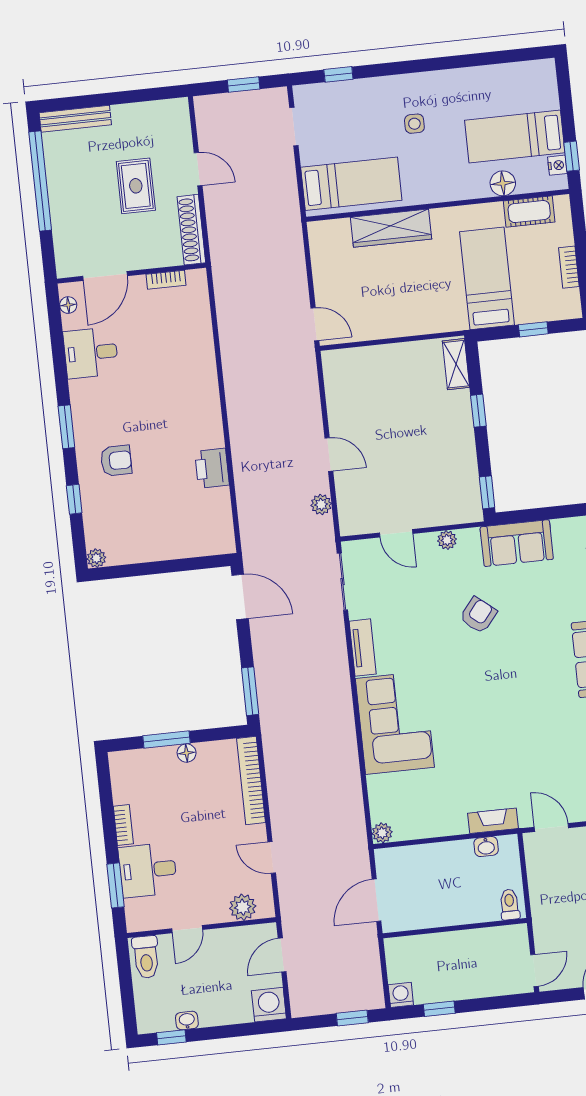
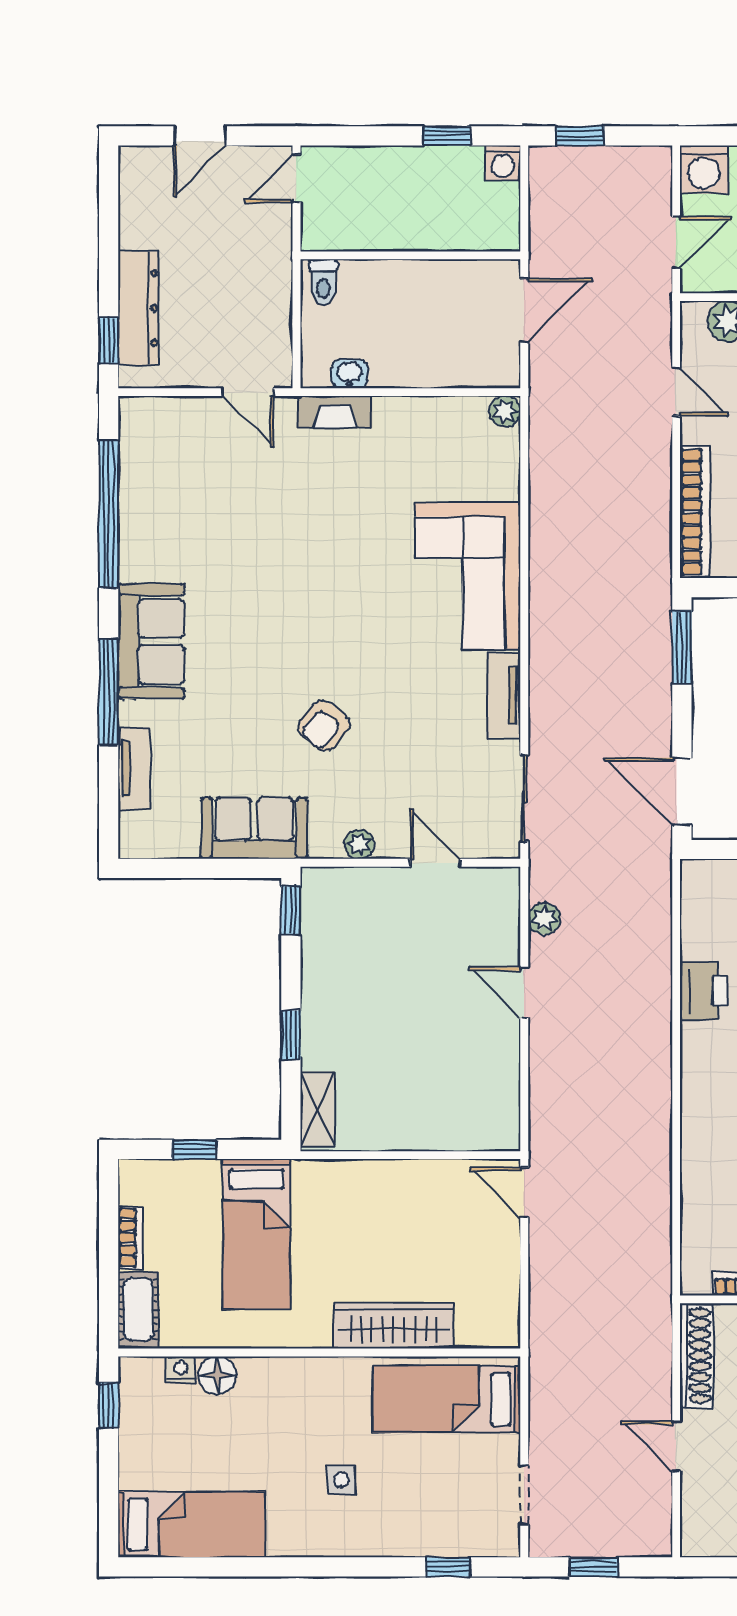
bed: (515, 137) -> (191, 1524), moved
nightstand: (557, 165) -> (181, 1370), moved, turned 90
cot: (529, 212) -> (138, 1309), moved, turned 90

